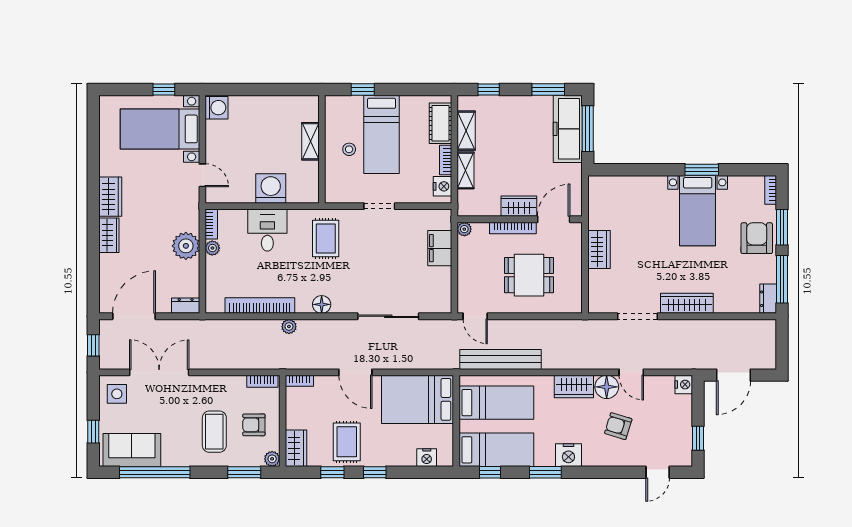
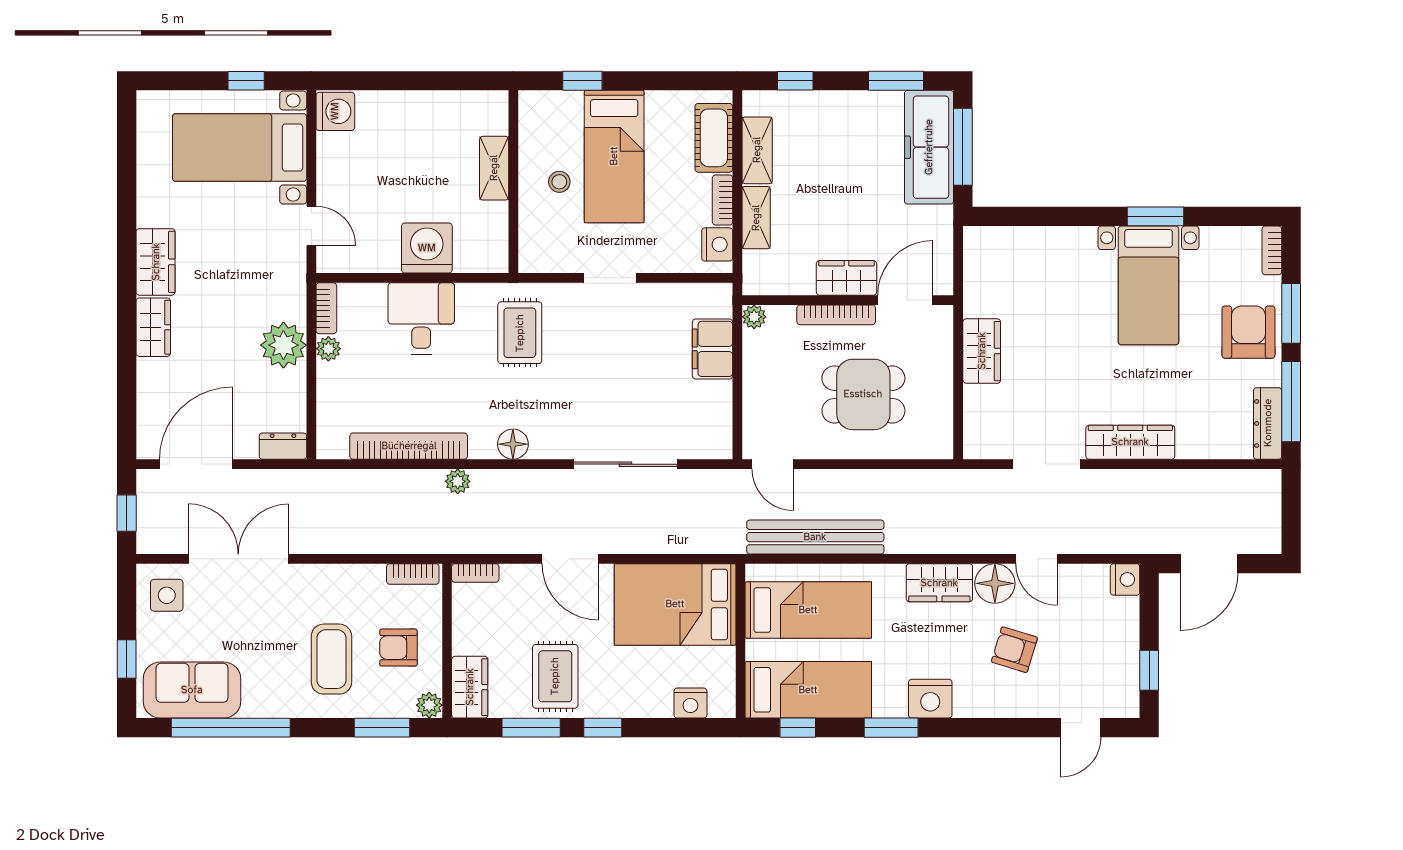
dresser: (768, 299) -> (1268, 423), width x1.44
window: (332, 472) -> (531, 728), width x1.50

